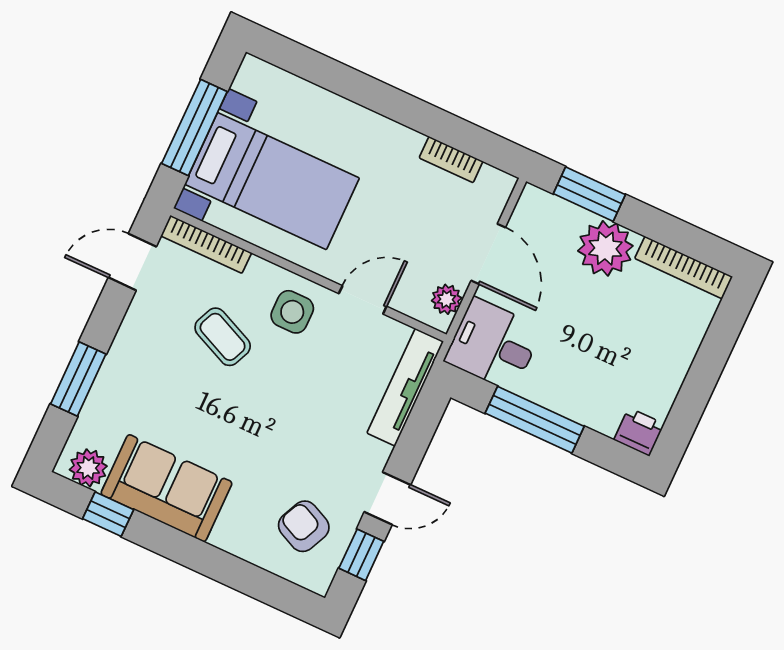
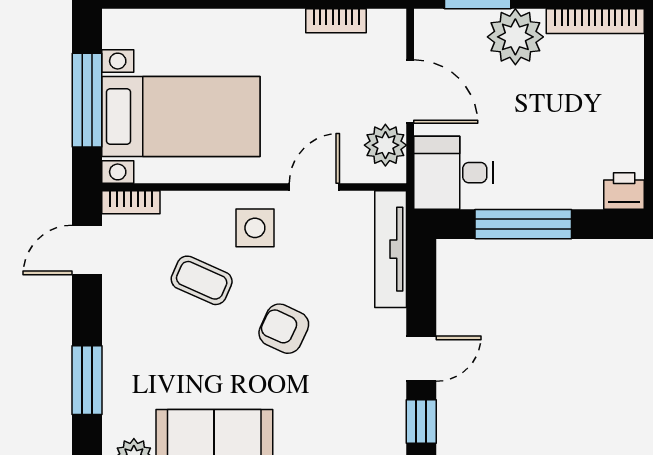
bookcase: (206, 244) -> (131, 202), width x0.64
plant: (447, 299) -> (385, 145), width x1.38, depth x1.38
armchair: (304, 526) -> (284, 329), moved

